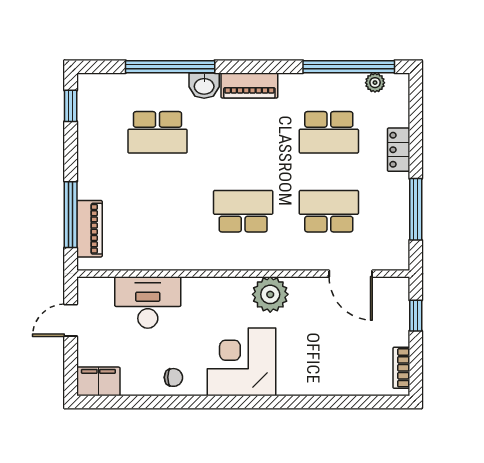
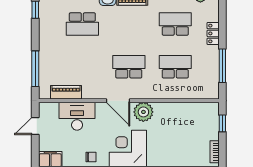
school desk: (329, 132) -> (175, 24), turned 180
piano: (89, 229) -> (66, 92), moved, turned -90
door: (351, 274) -> (118, 101), moved

